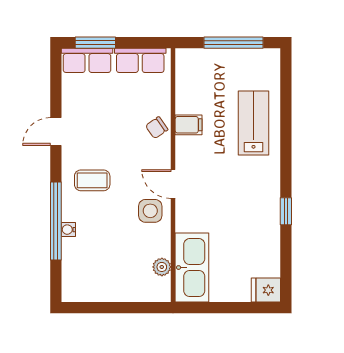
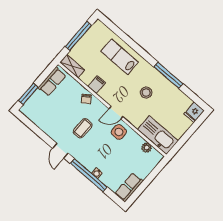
row of seats: (87, 60) -> (129, 187), moved, turned 180
shelving: (185, 70) -> (72, 66), added
door: (56, 132) -> (60, 151), moved
coffee table: (92, 180) -> (83, 128), moved
stool: (236, 202) -> (146, 93), added
window: (286, 211) -> (168, 75), width x2.17

